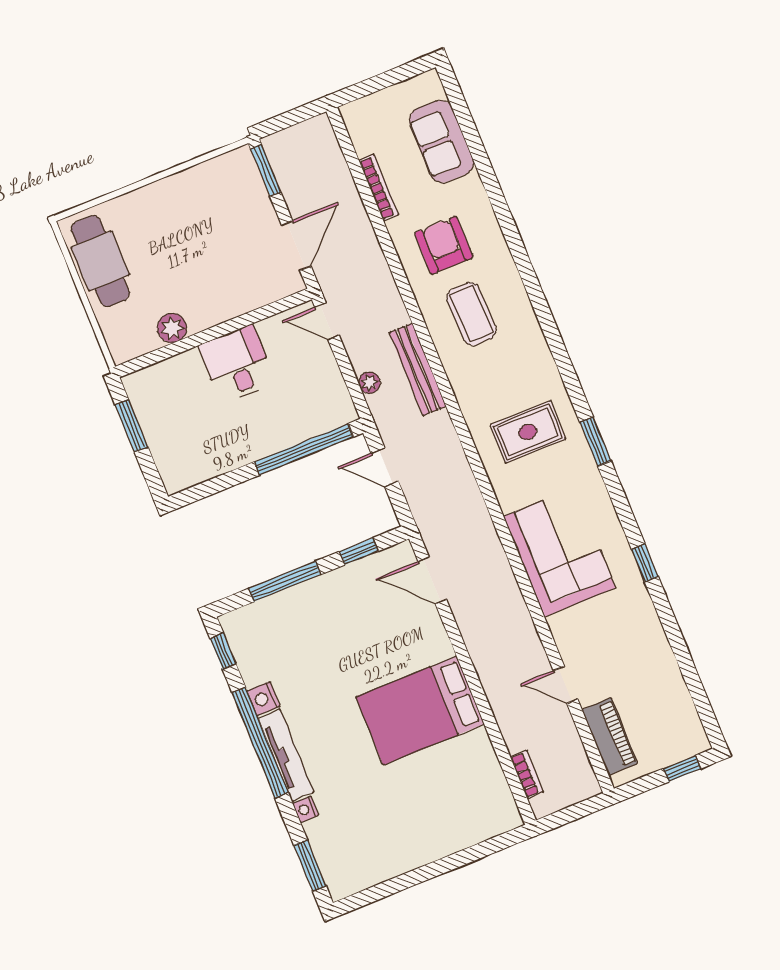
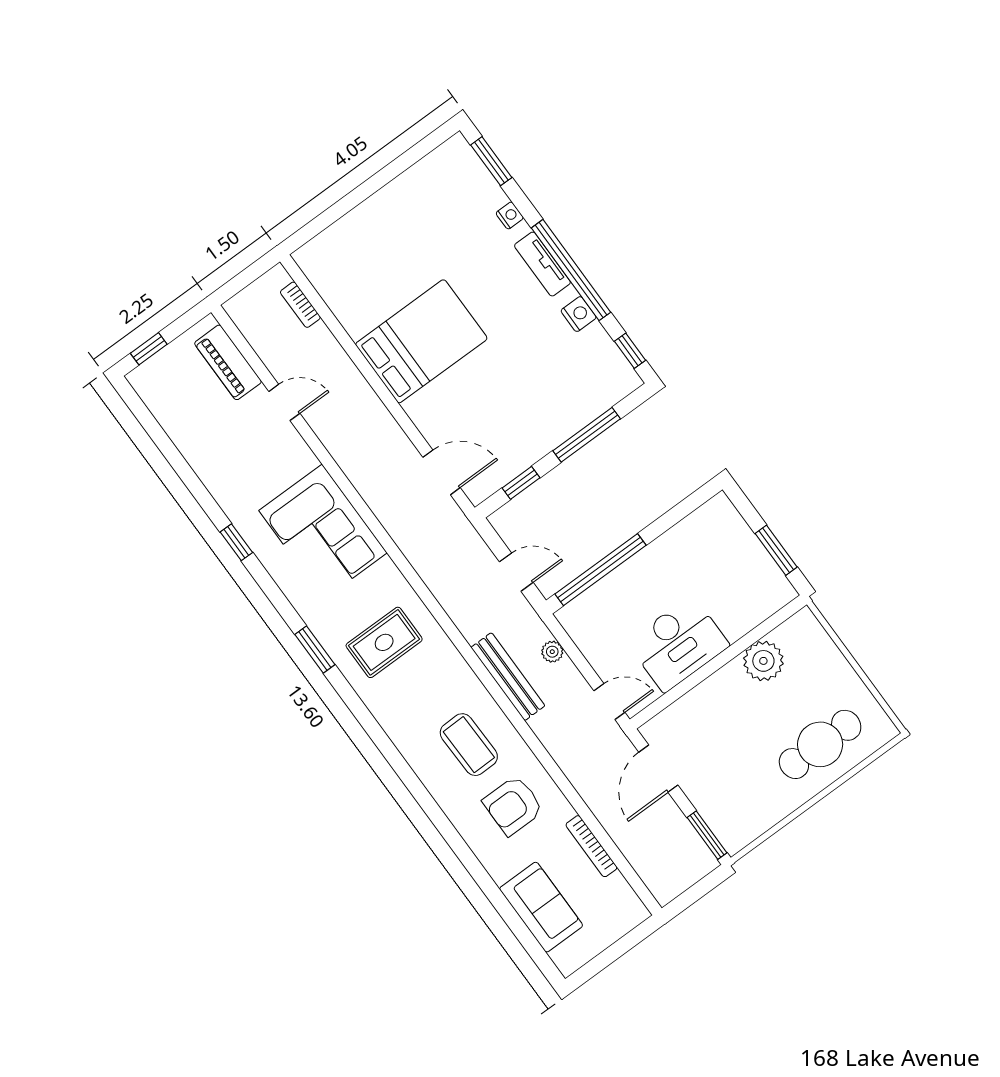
armchair: (444, 245) -> (513, 805), turned 90
cafe table: (100, 261) -> (820, 744), moved, turned 90
plant: (172, 328) -> (763, 661), width x1.36, depth x1.36
desk: (237, 364) -> (678, 644), width x1.37
tv unit: (286, 755) -> (542, 264), width x0.71

